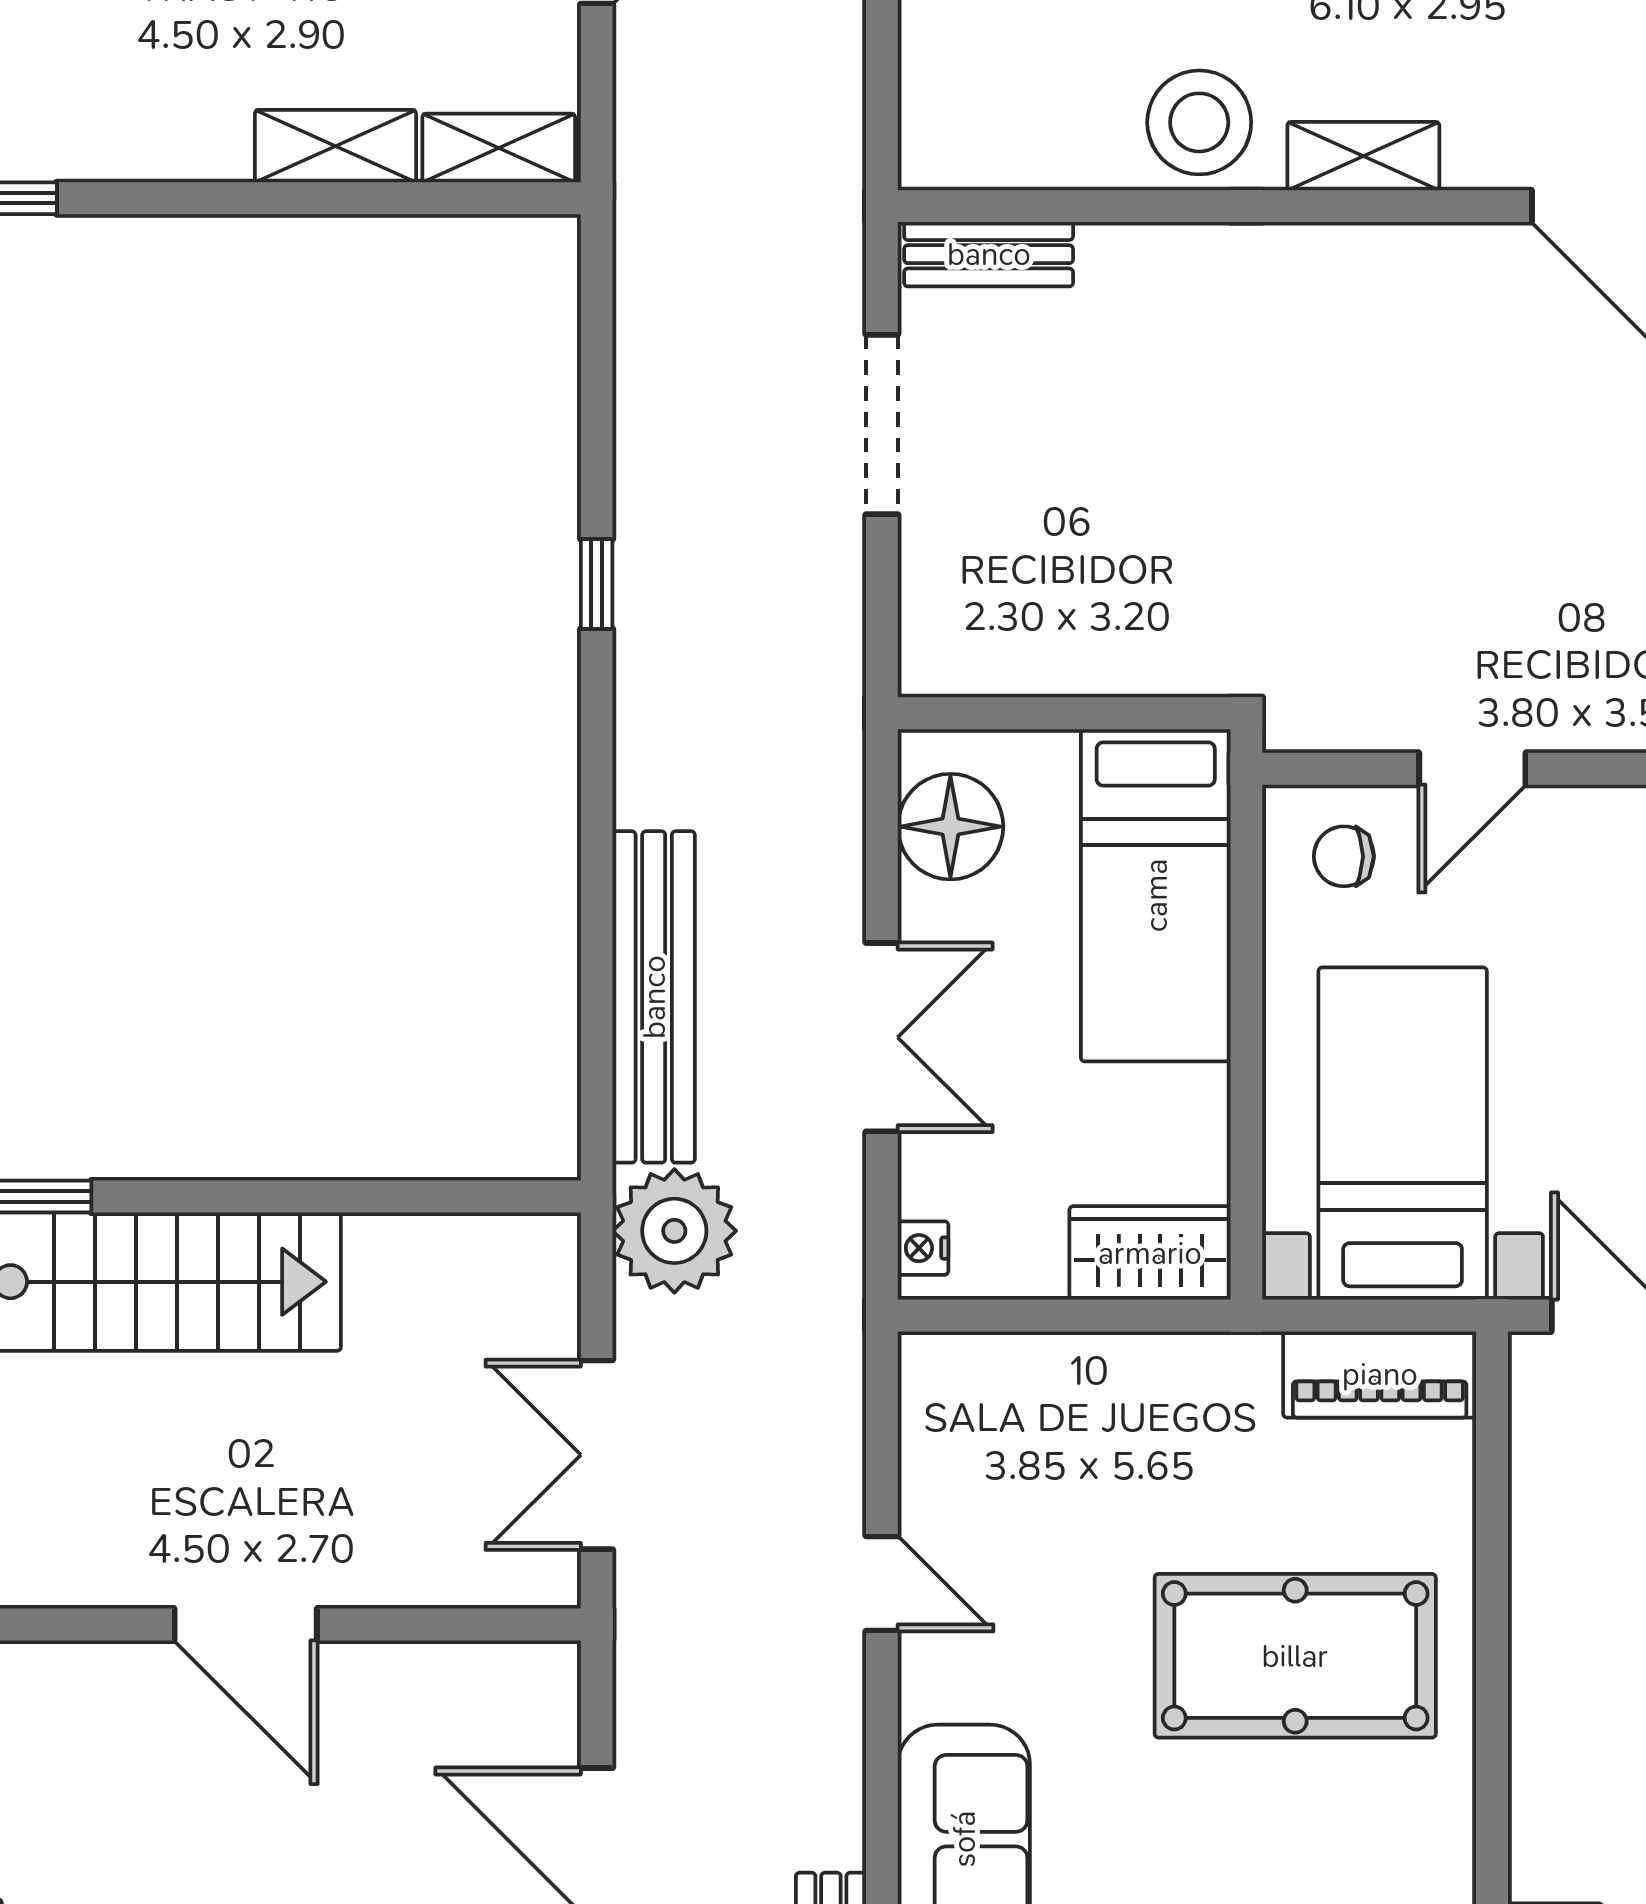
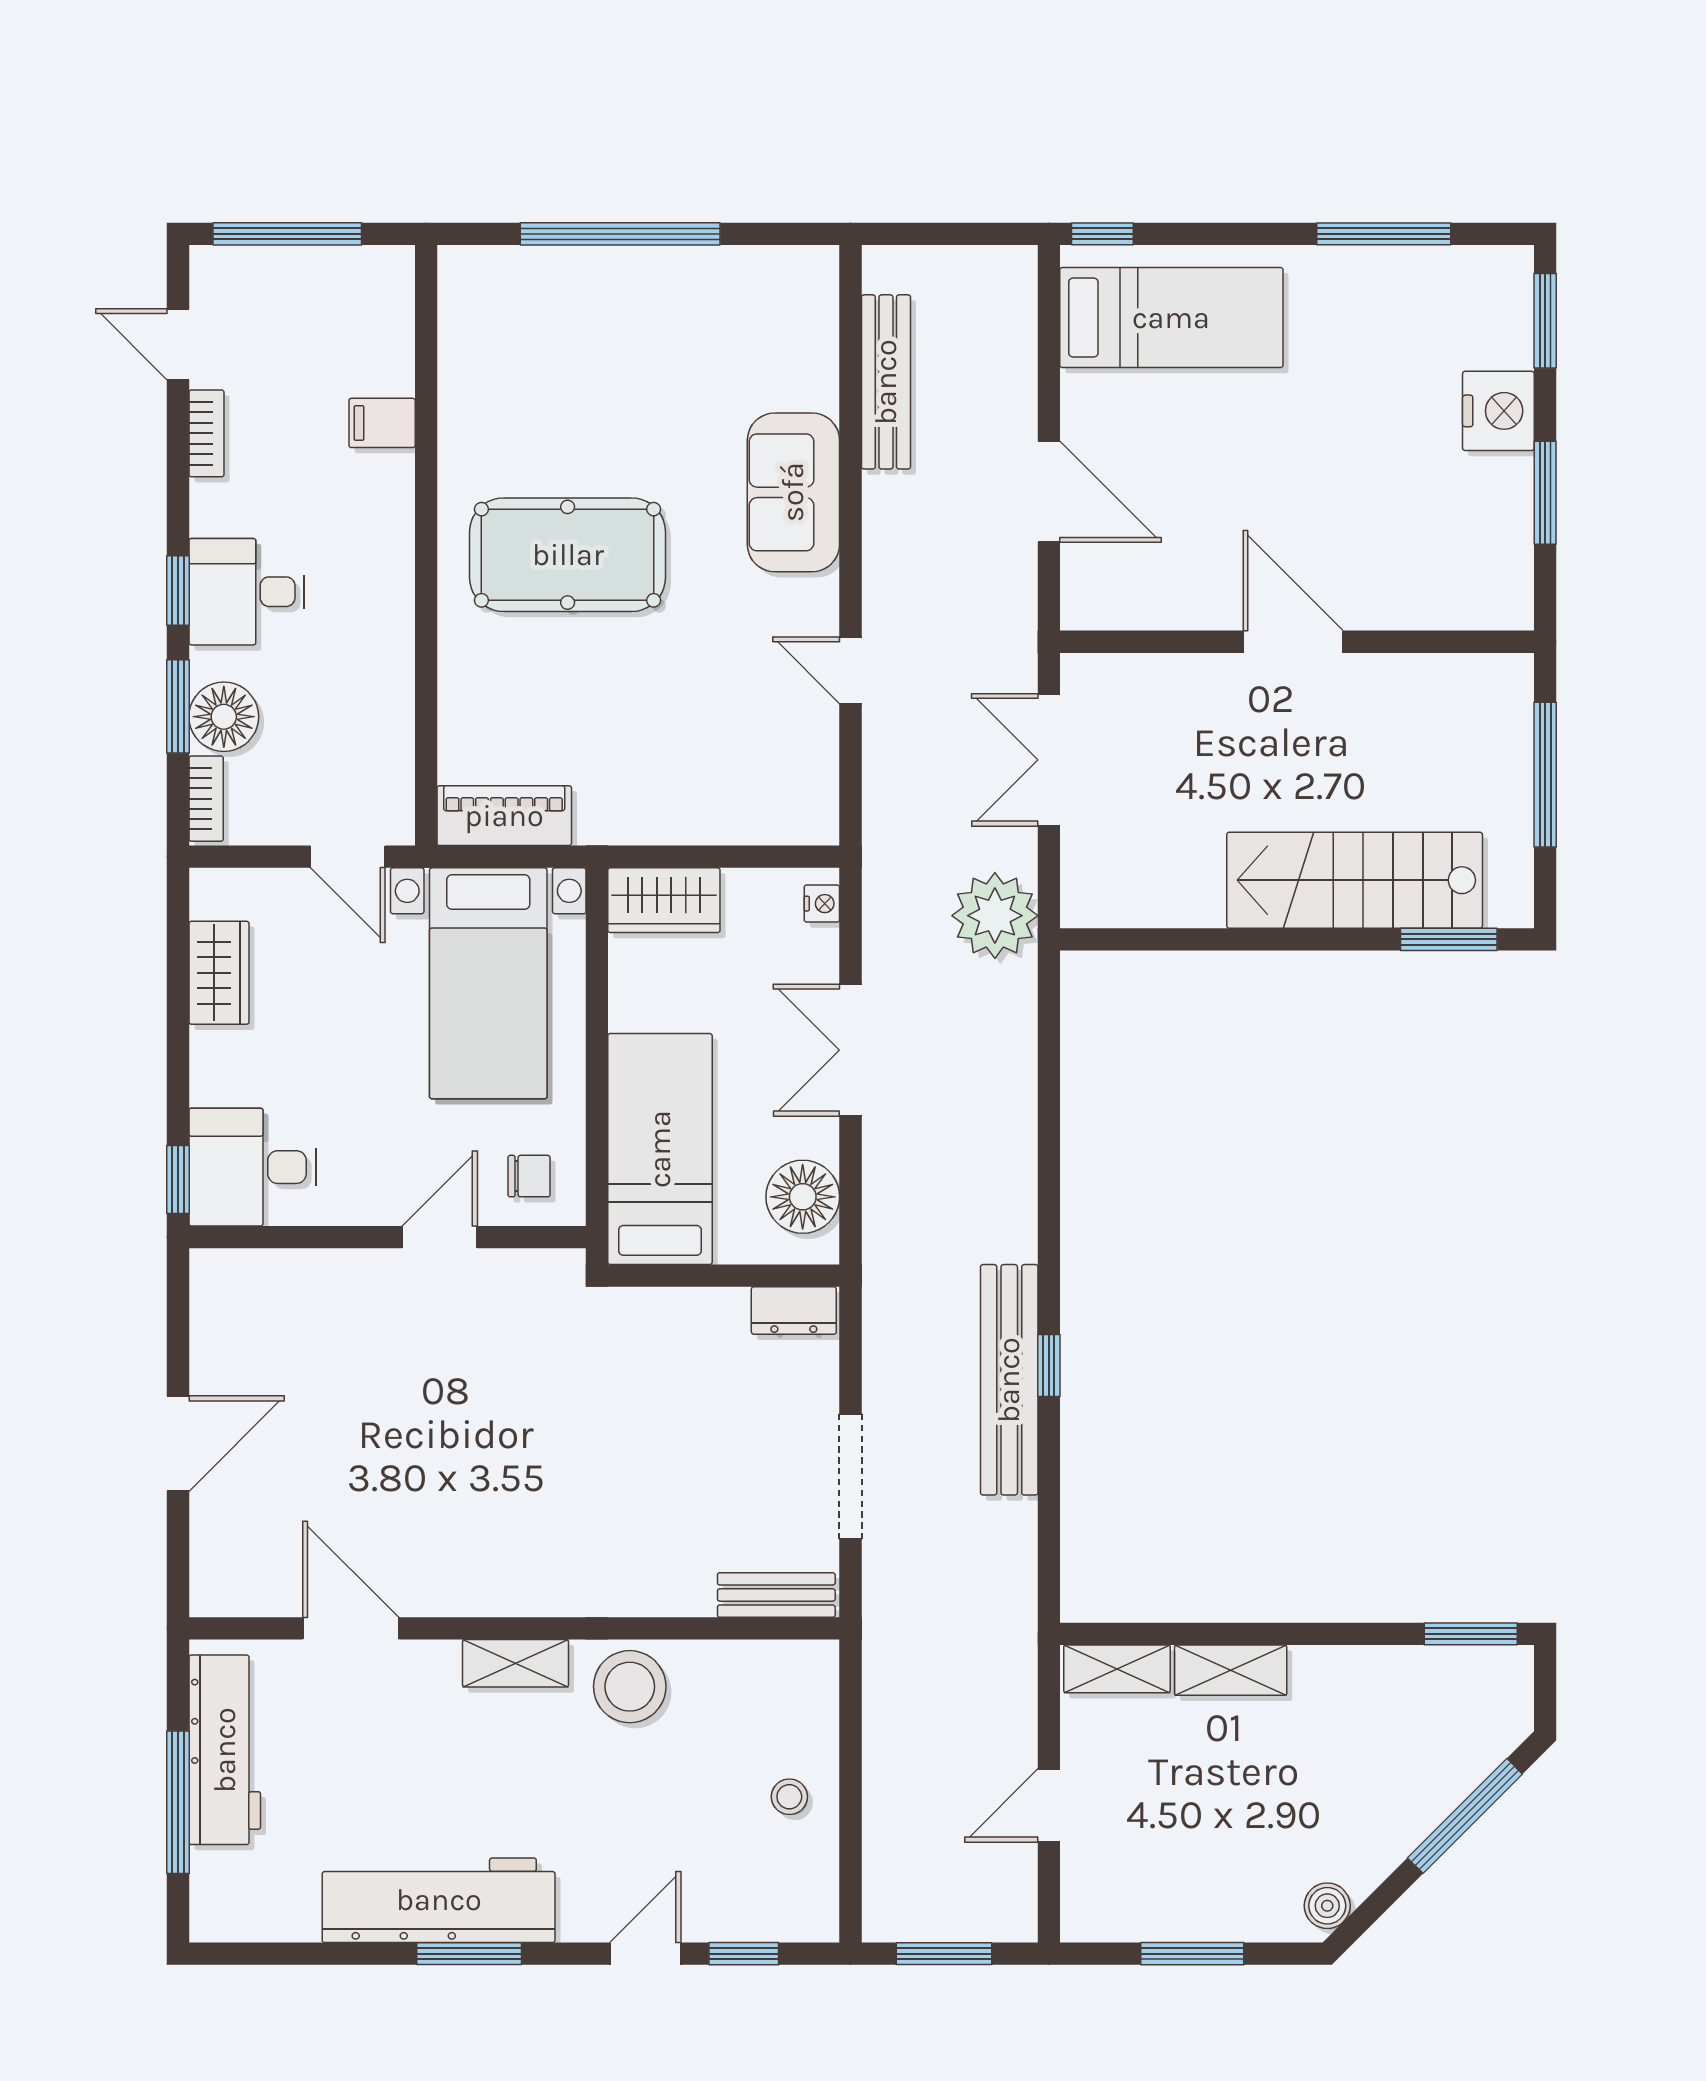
dresser: (963, 663) -> (794, 1310), added
bench: (654, 997) -> (1009, 1380), moved
double door: (597, 1455) -> (1049, 760), swing flipped
pool table: (1295, 1656) -> (568, 555), moved

